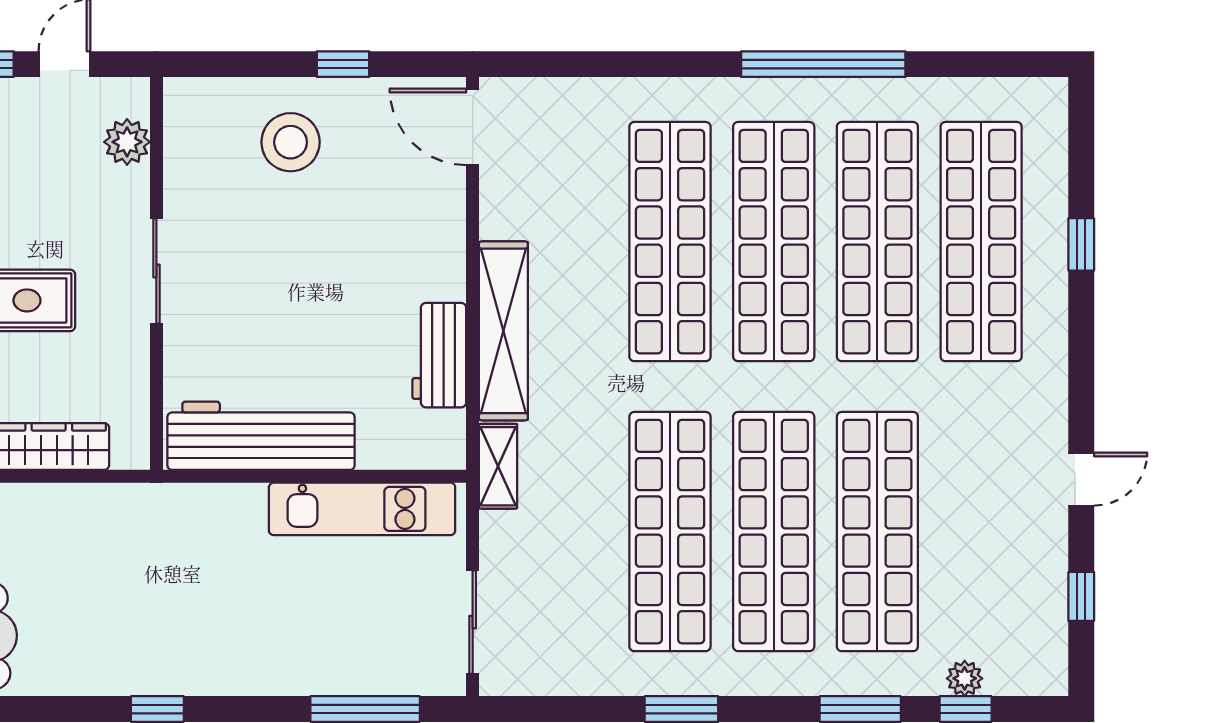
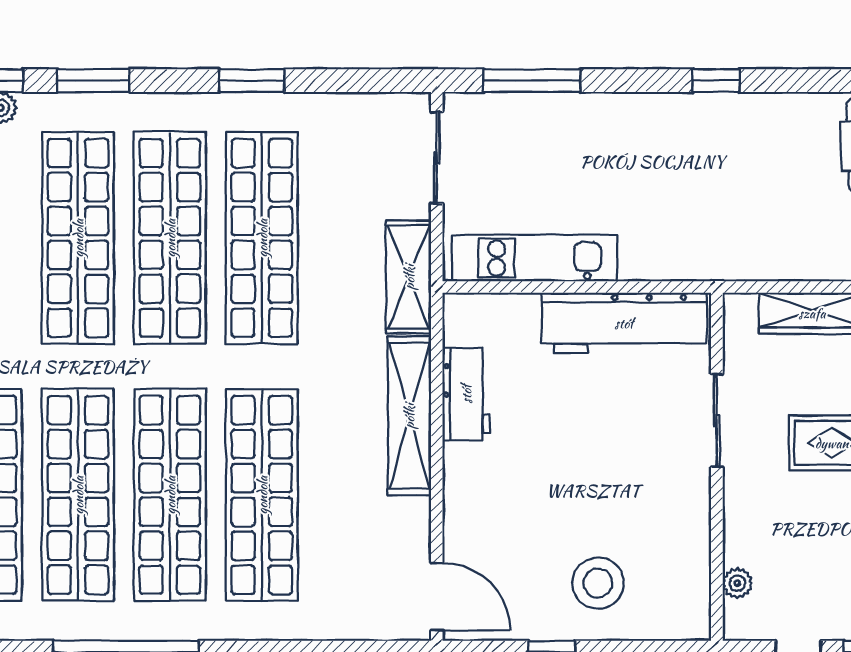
plant: (127, 142) -> (737, 583), width x0.73, depth x0.73
sliding door: (156, 271) -> (717, 420), moved
shelving: (498, 466) -> (409, 277), width x1.50, depth x1.33

